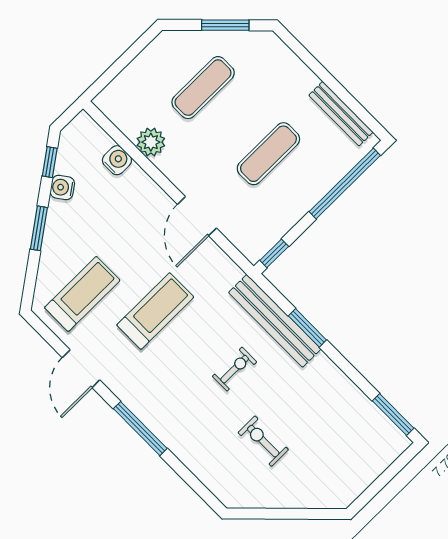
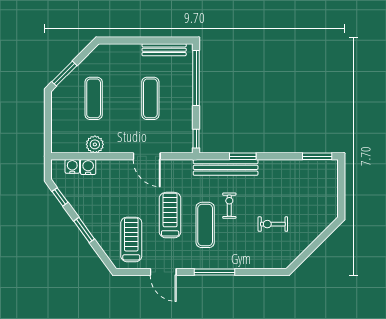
window: (225, 25) -> (64, 74), moved
water cooler: (62, 187) -> (72, 166), moved, turned 126
exercise mat: (184, 363) -> (205, 225), added

